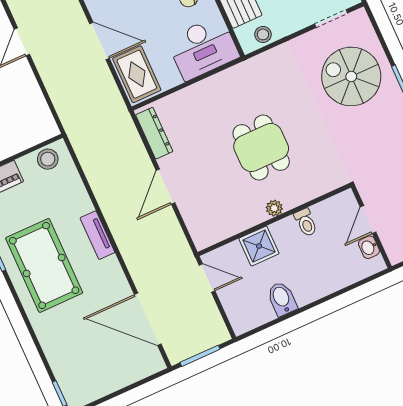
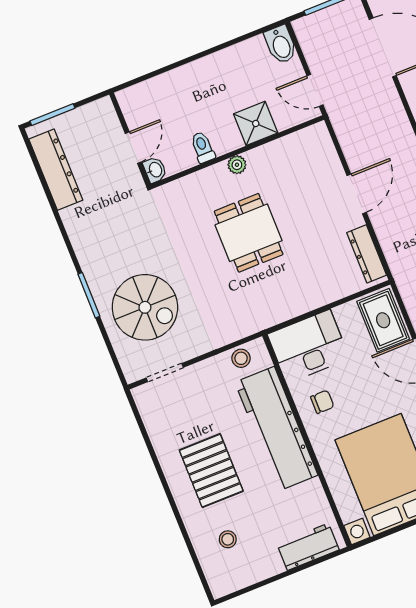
washbasin: (369, 247) -> (155, 170), moved
bidet: (282, 299) -> (281, 45), moved

